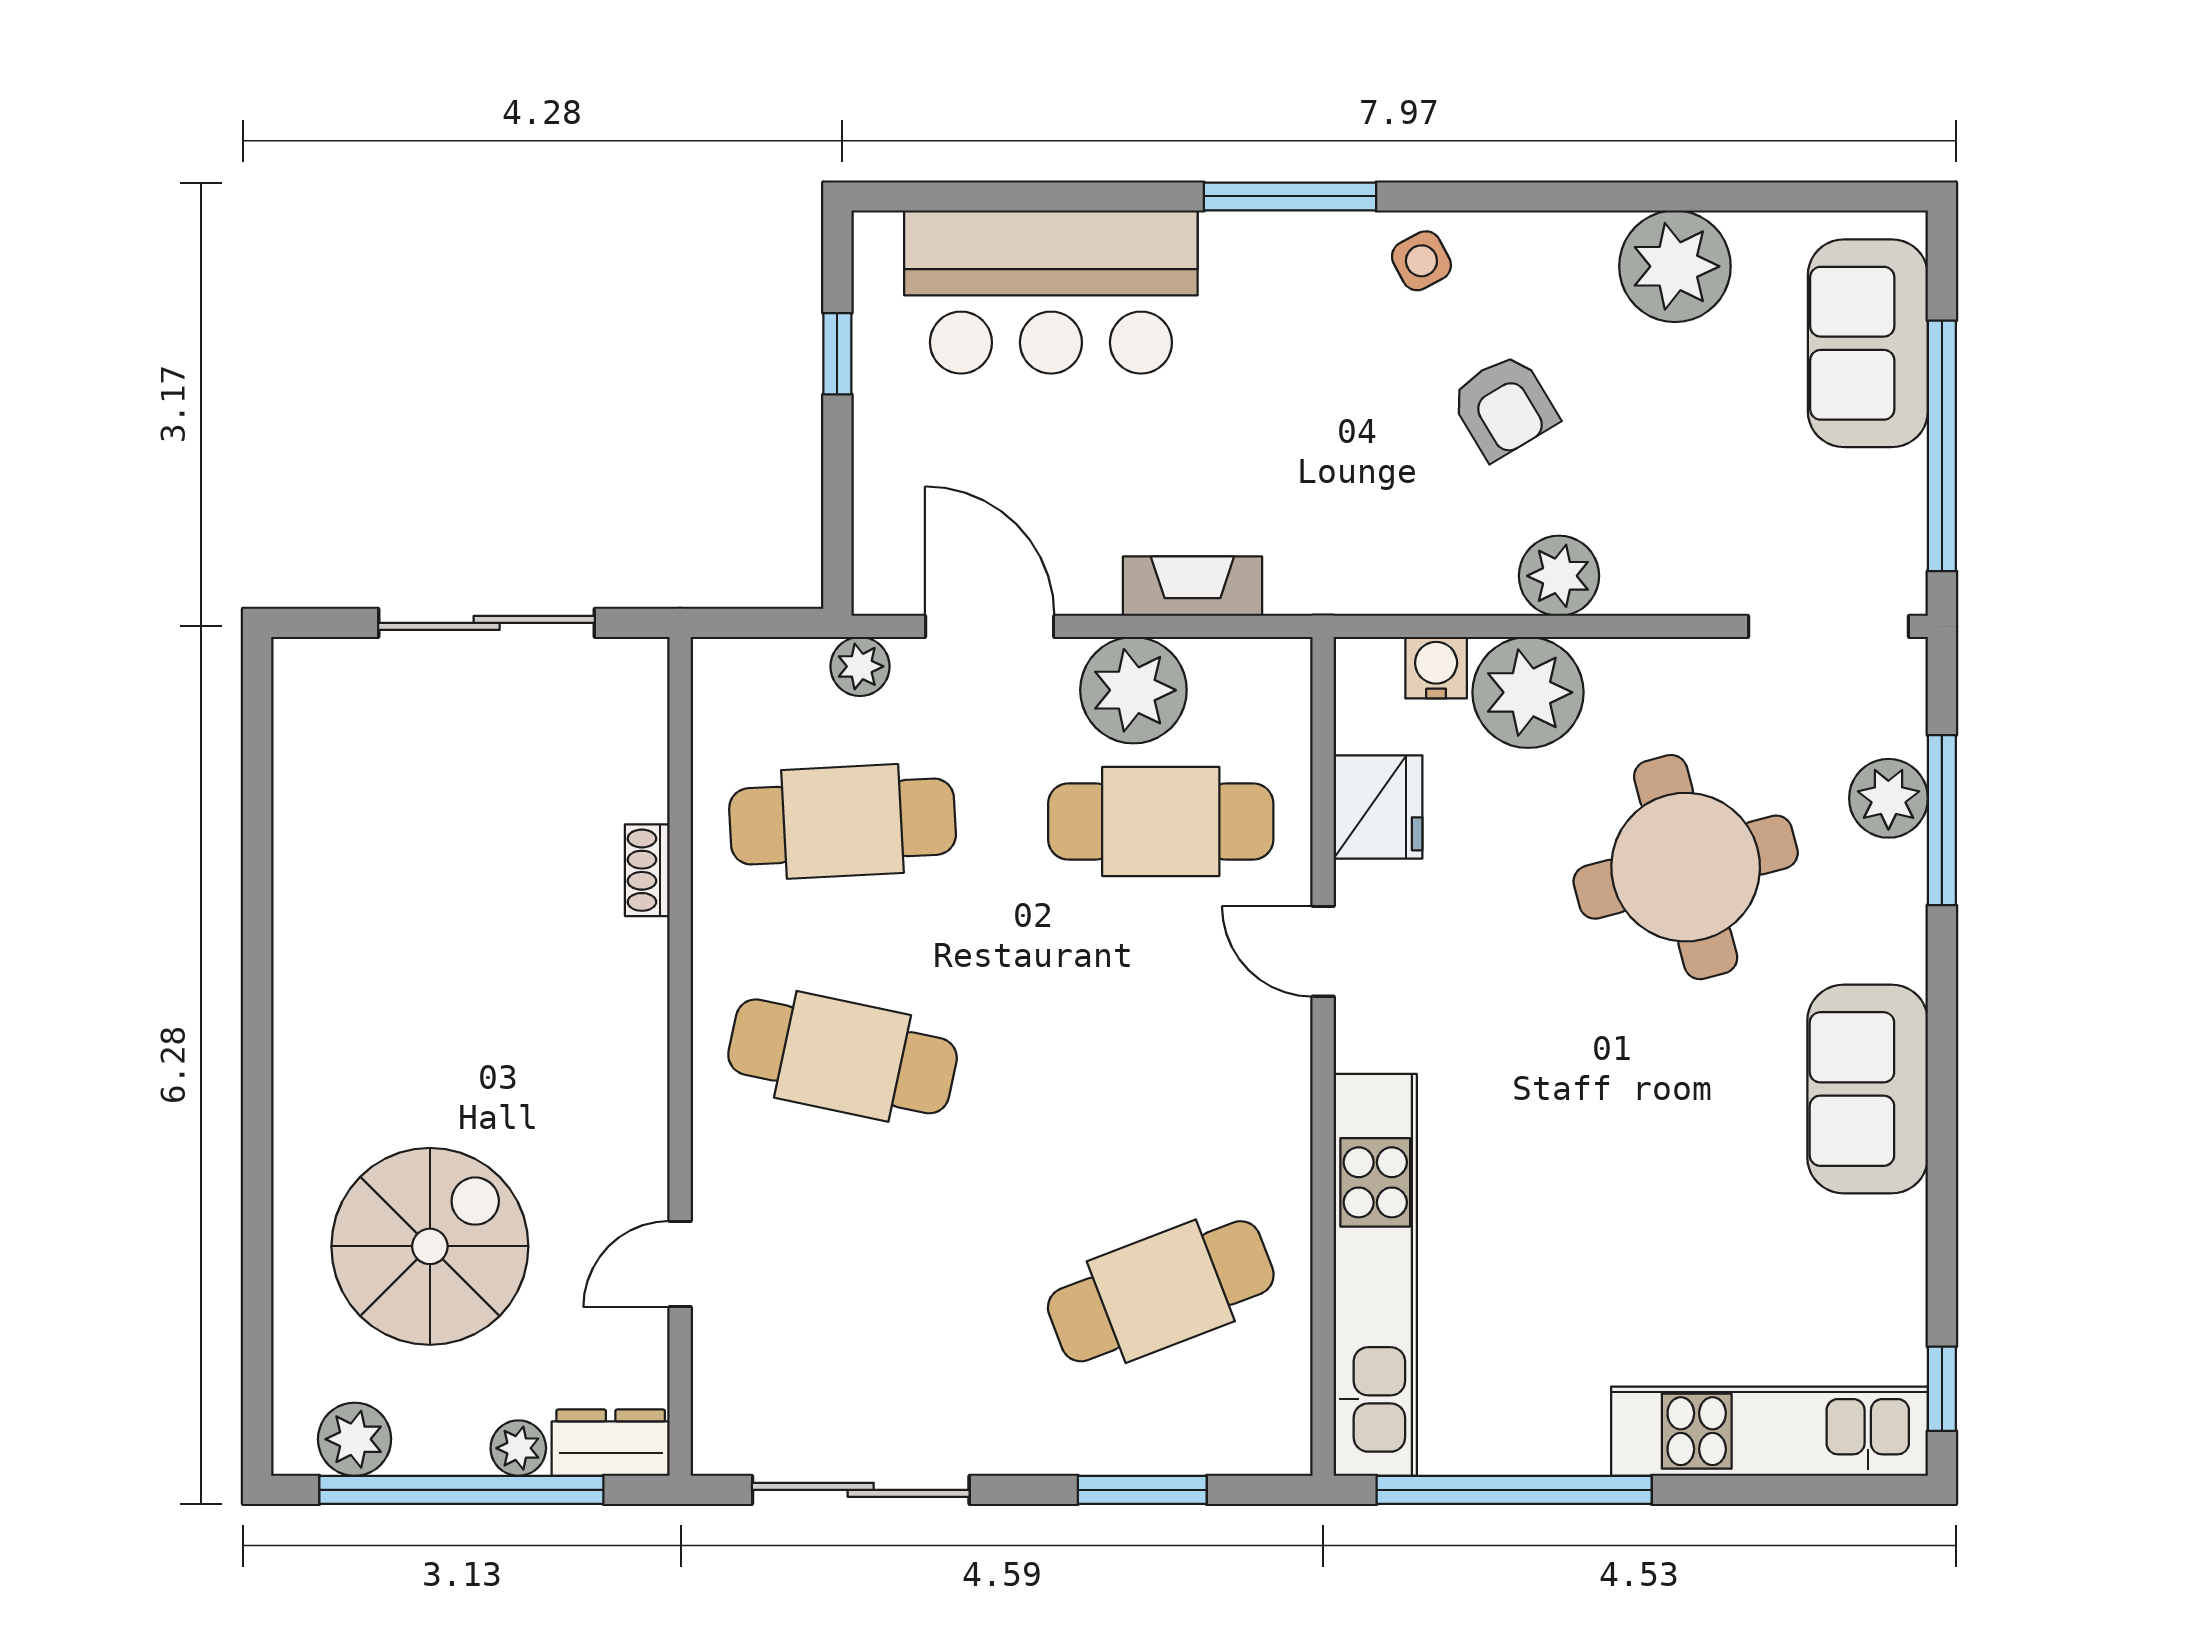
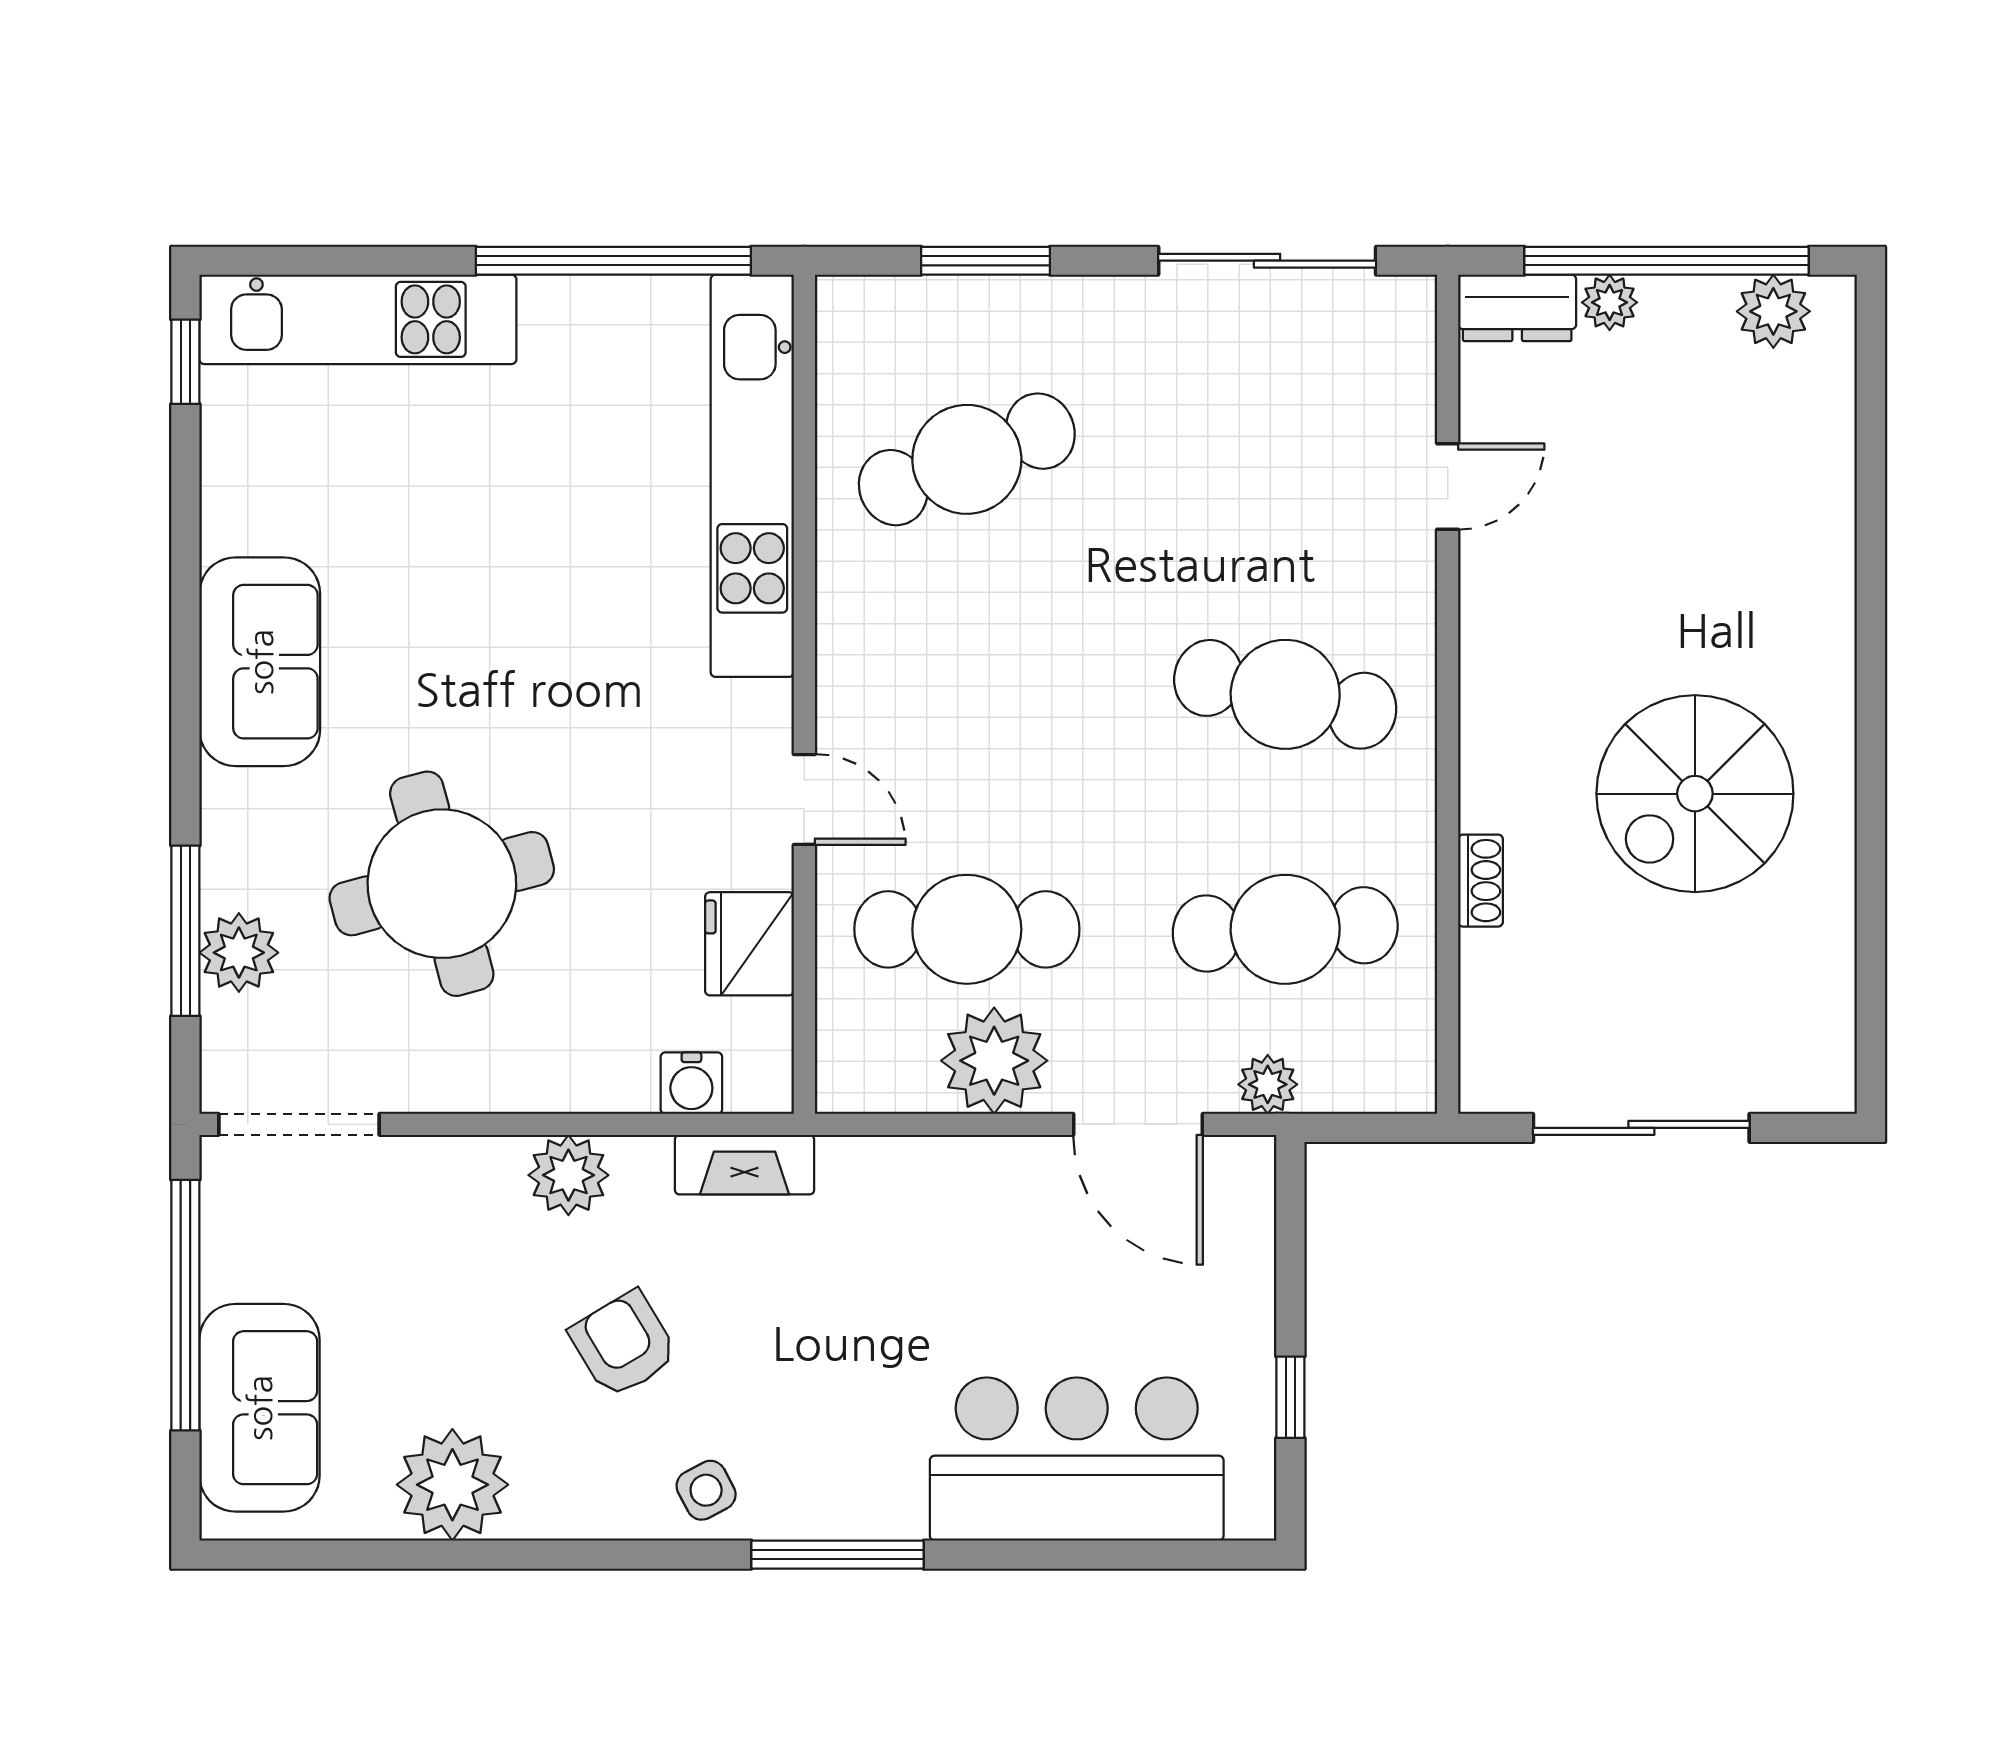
fireplace: (1192, 586) -> (745, 1165), moved
plant: (1528, 692) -> (599, 1058), removed
spiral stairs: (430, 1246) -> (1695, 794), moved

